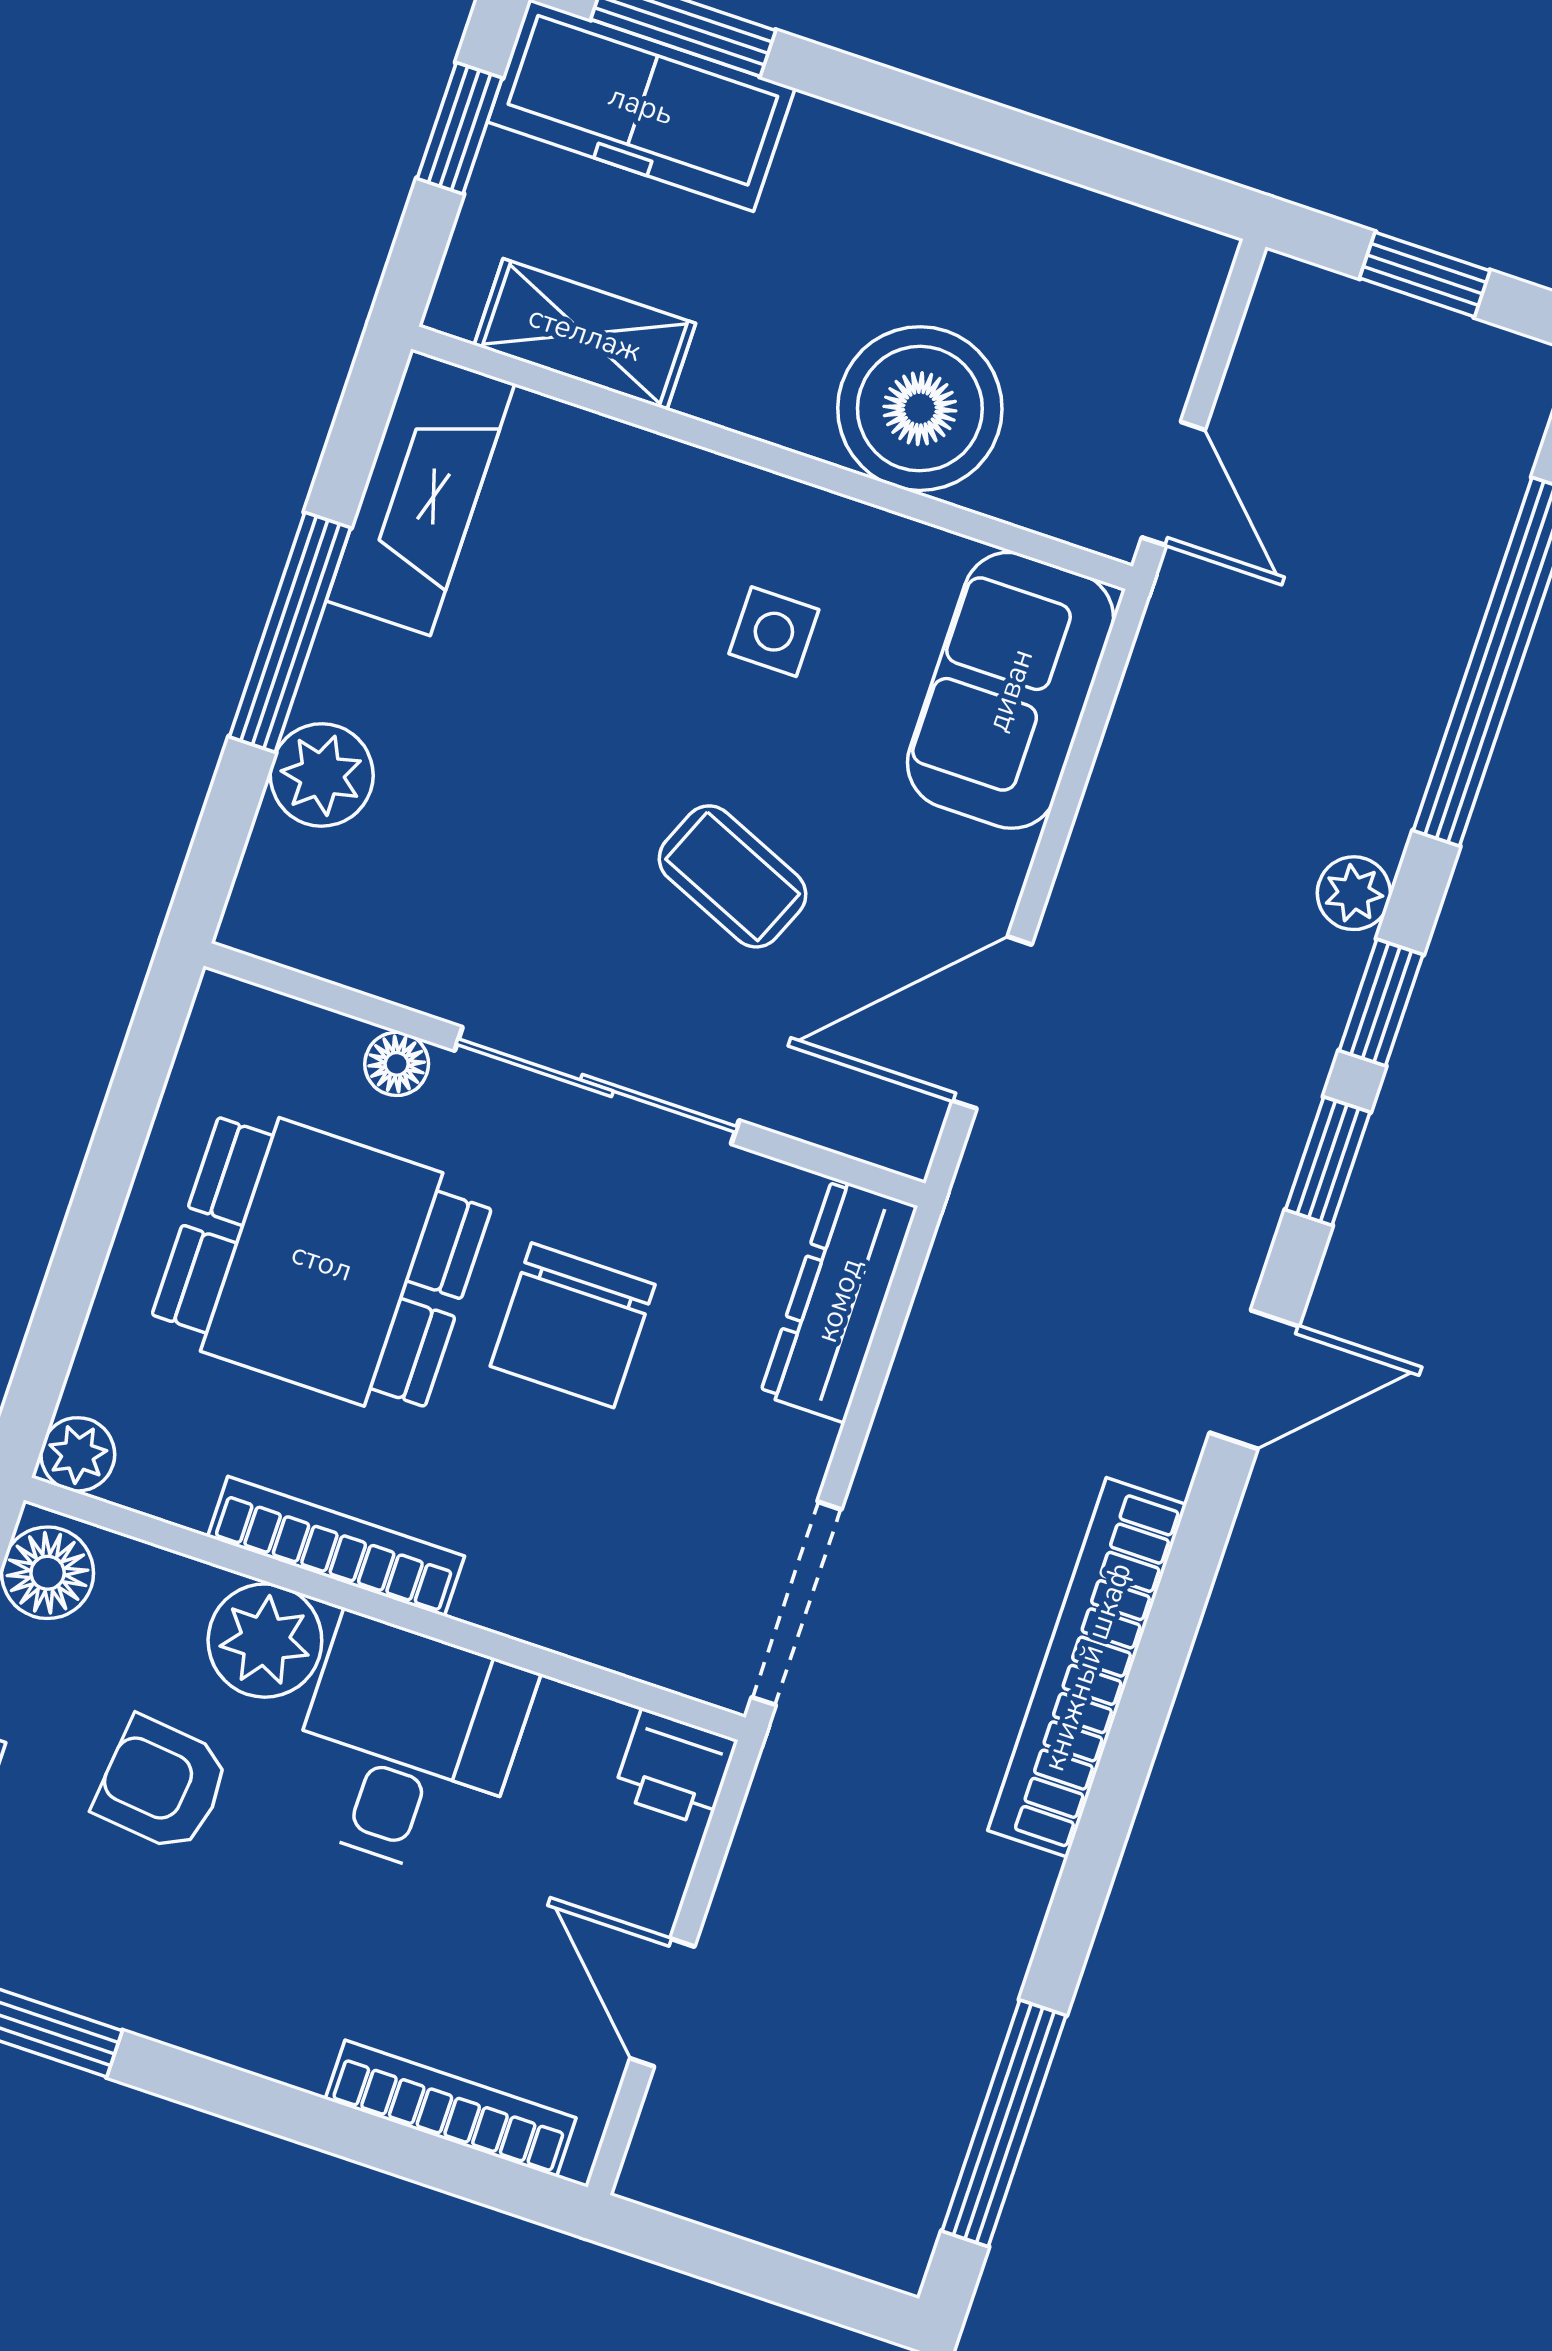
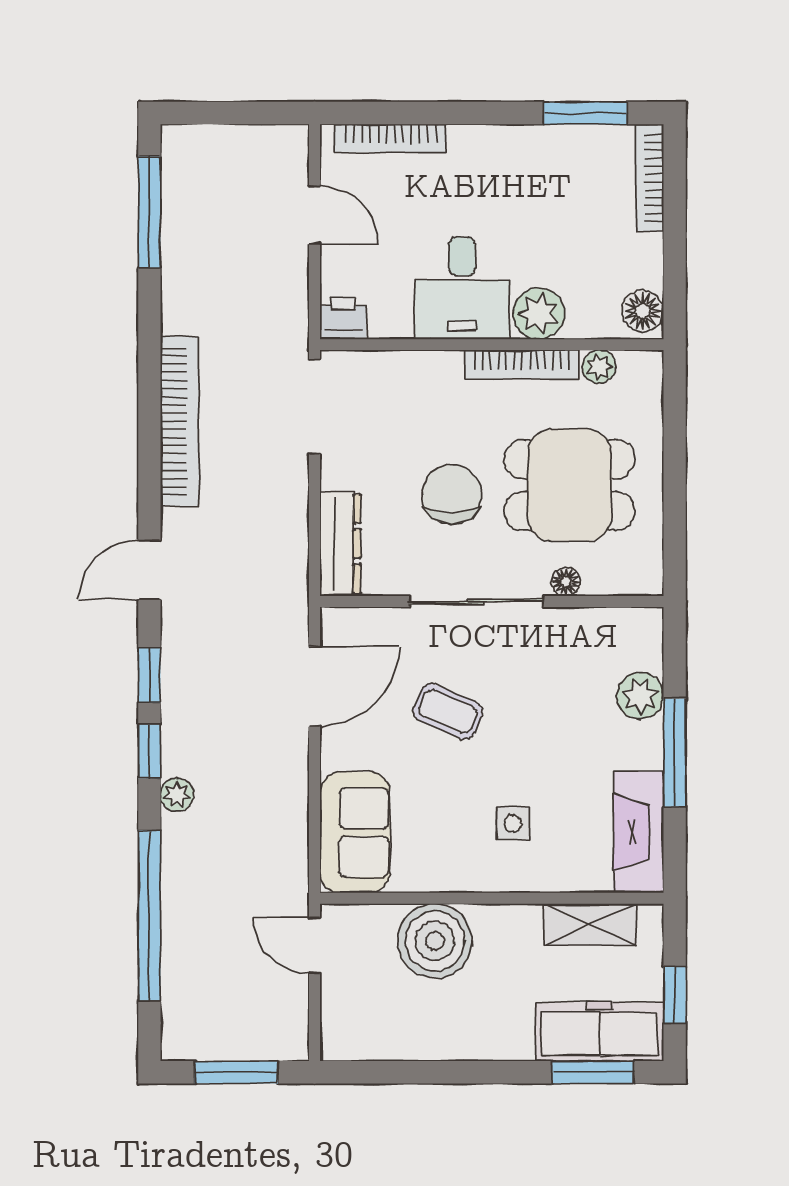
window: (1425, 274) -> (236, 1072), width x1.50
side table: (774, 632) -> (513, 823), moved
plant: (78, 1454) -> (599, 367), moved
armchair: (162, 1784) -> (562, 236), removed

